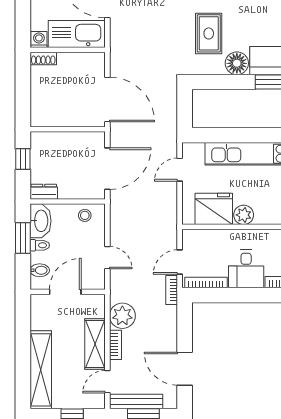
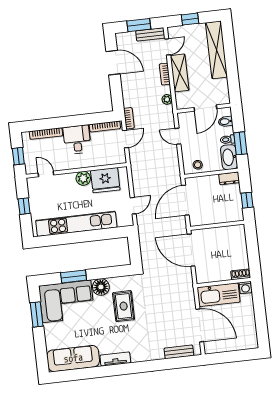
plant: (122, 316) -> (167, 99), width x0.53, depth x0.53
bench: (136, 401) -> (150, 34), width x0.73

